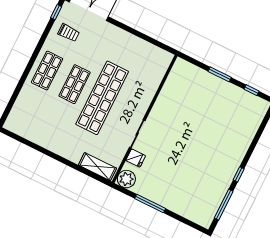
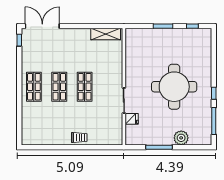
trolley: (69, 33) -> (79, 138), moved
shop shelf: (102, 98) -> (85, 87), width x0.50, depth x0.74
round table: (199, 146) -> (174, 87), added
shelving: (97, 167) -> (106, 34), moved
plant: (126, 179) -> (181, 138), moved

